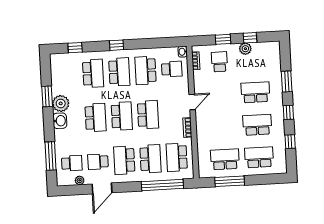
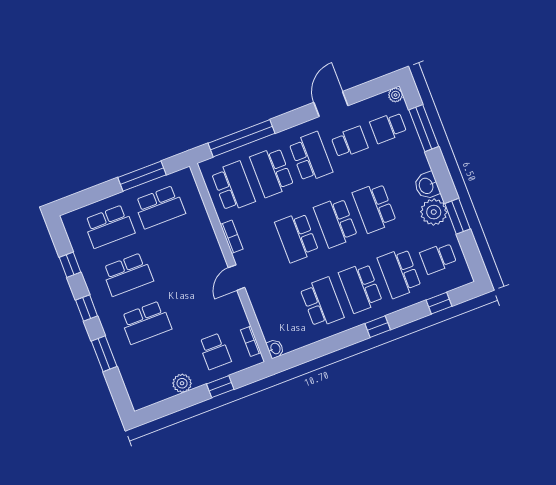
window: (250, 38) -> (180, 402), removed
school desk: (172, 69) -> (438, 258), moved
plant: (80, 180) -> (396, 95), moved

